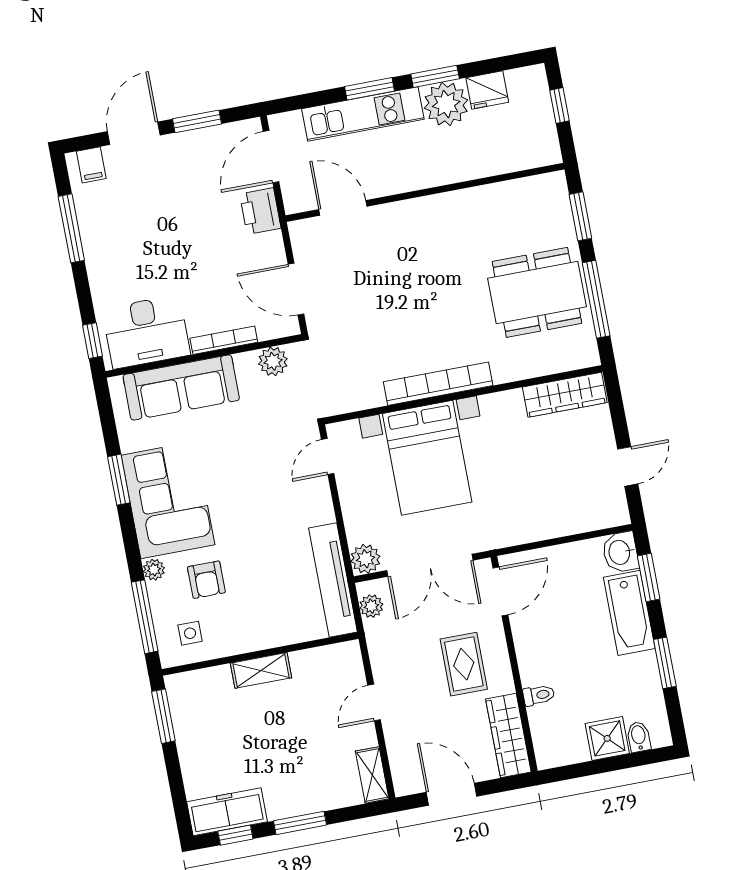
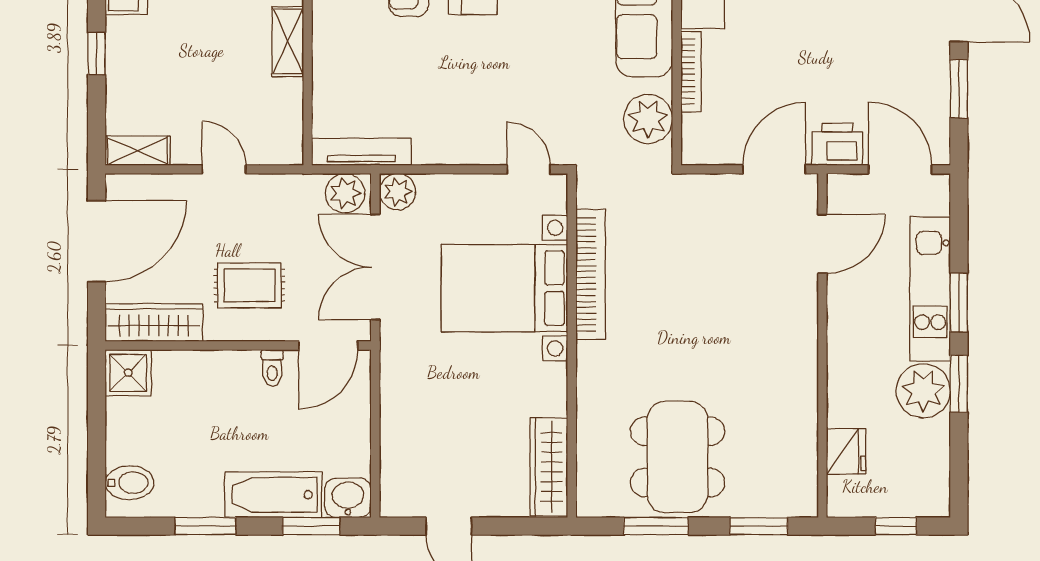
fridge: (487, 90) -> (846, 452), moved, turned 180
door: (296, 289) -> (774, 169), moved
window: (596, 299) -> (656, 526), width x0.69
plant: (273, 361) -> (648, 119), width x1.36, depth x1.36
bookcase: (438, 384) -> (591, 275), moved
tv unit: (333, 580) -> (361, 152), width x0.73, depth x0.78
door: (500, 591) -> (328, 346), hinge flipped
plant: (371, 606) -> (345, 193), width x1.38, depth x1.38
toilet: (539, 695) -> (272, 368), moved
bidet: (639, 737) -> (129, 483), width x1.38, depth x1.36
shower: (607, 738) -> (128, 373), moved
door: (452, 794) -> (97, 241), width x1.36
window: (300, 823) -> (97, 54), width x0.67

